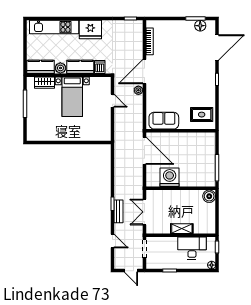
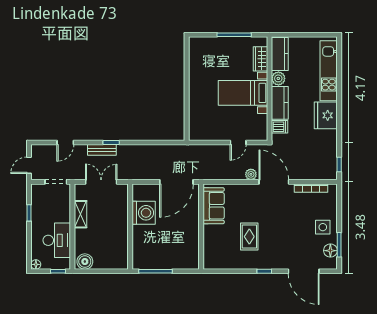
side table: (181, 32) -> (323, 227), added
rug: (202, 115) -> (249, 237), moved
boiler: (209, 196) -> (85, 262), moved
shelving: (182, 229) -> (81, 214), moved

